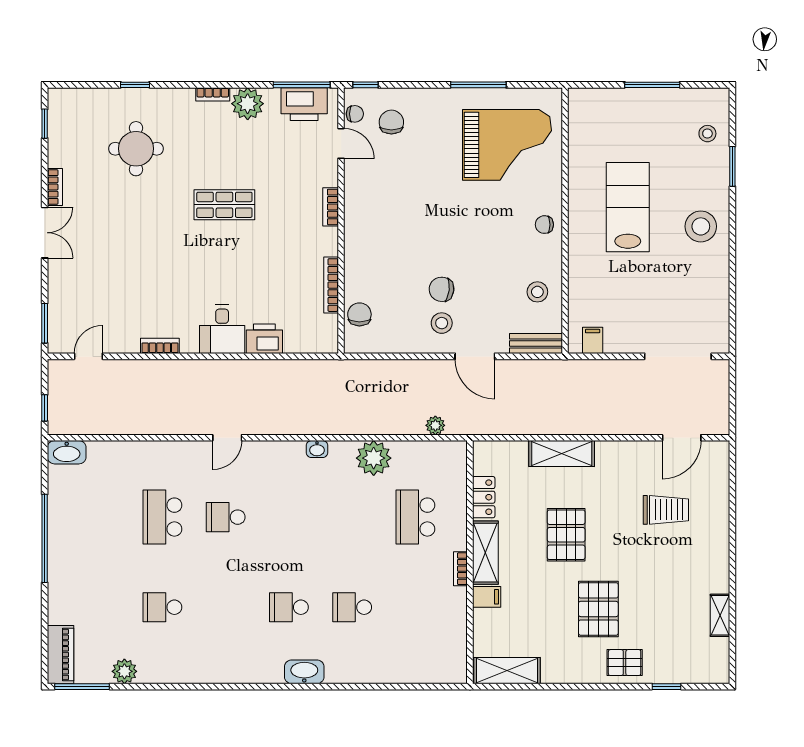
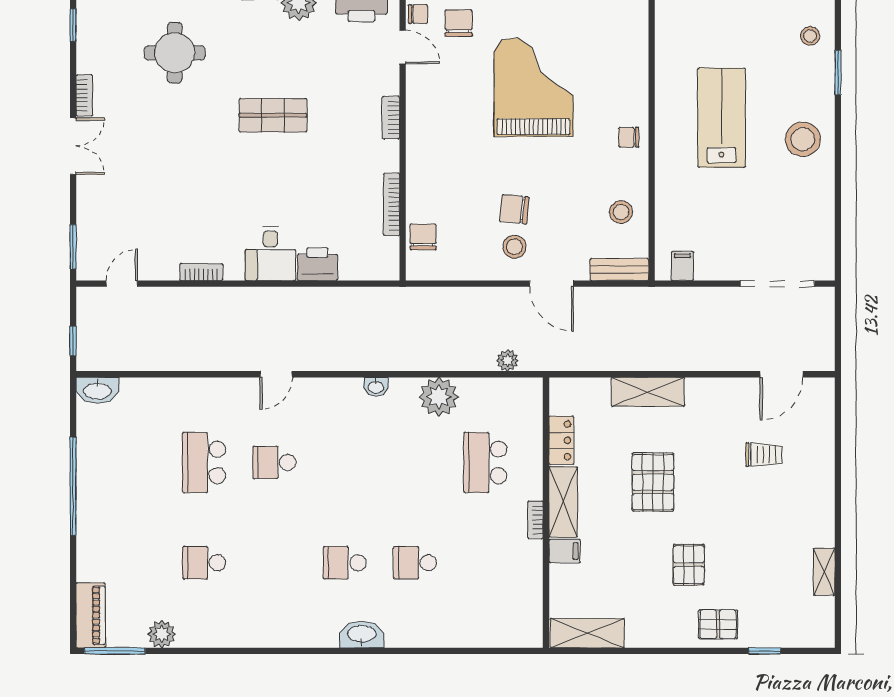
grand piano: (507, 145) -> (534, 87), moved, turned -90
trolley: (666, 510) -> (764, 455), width x0.73, depth x0.72
pallet: (598, 609) -> (689, 565), width x0.67, depth x0.71

